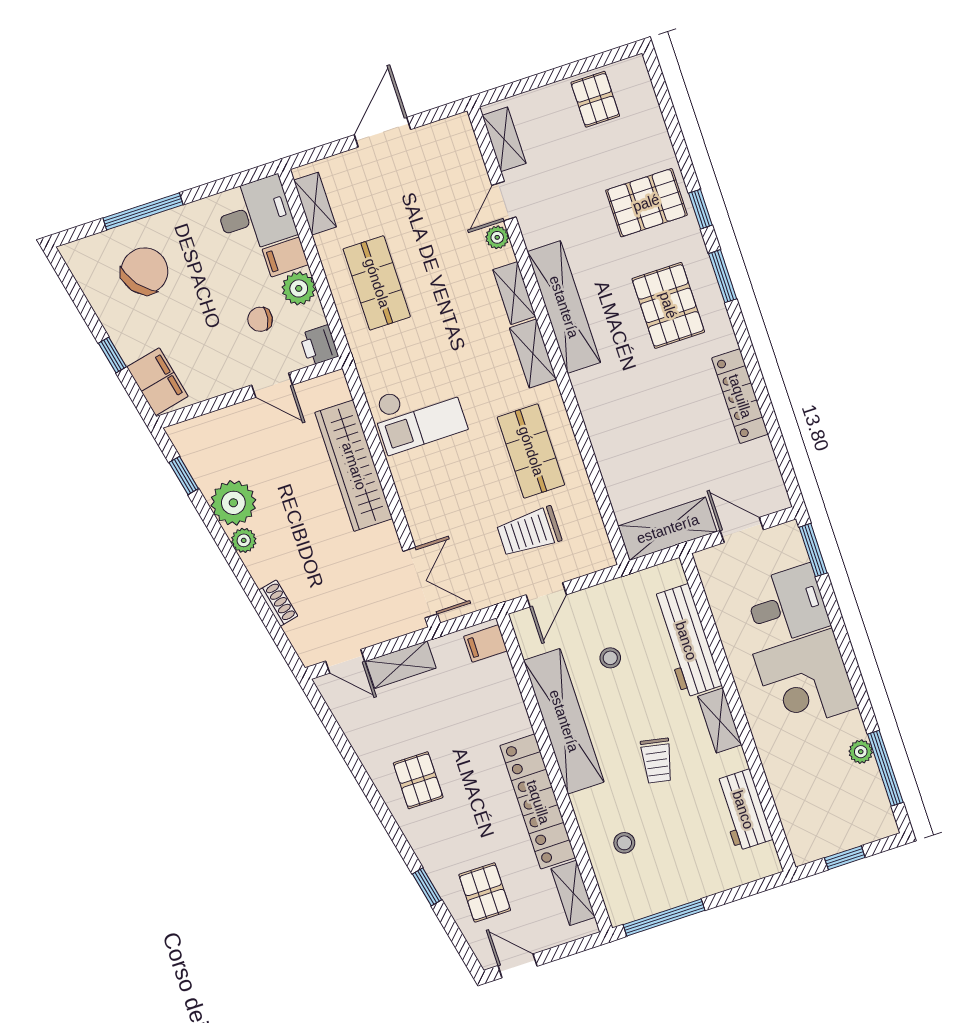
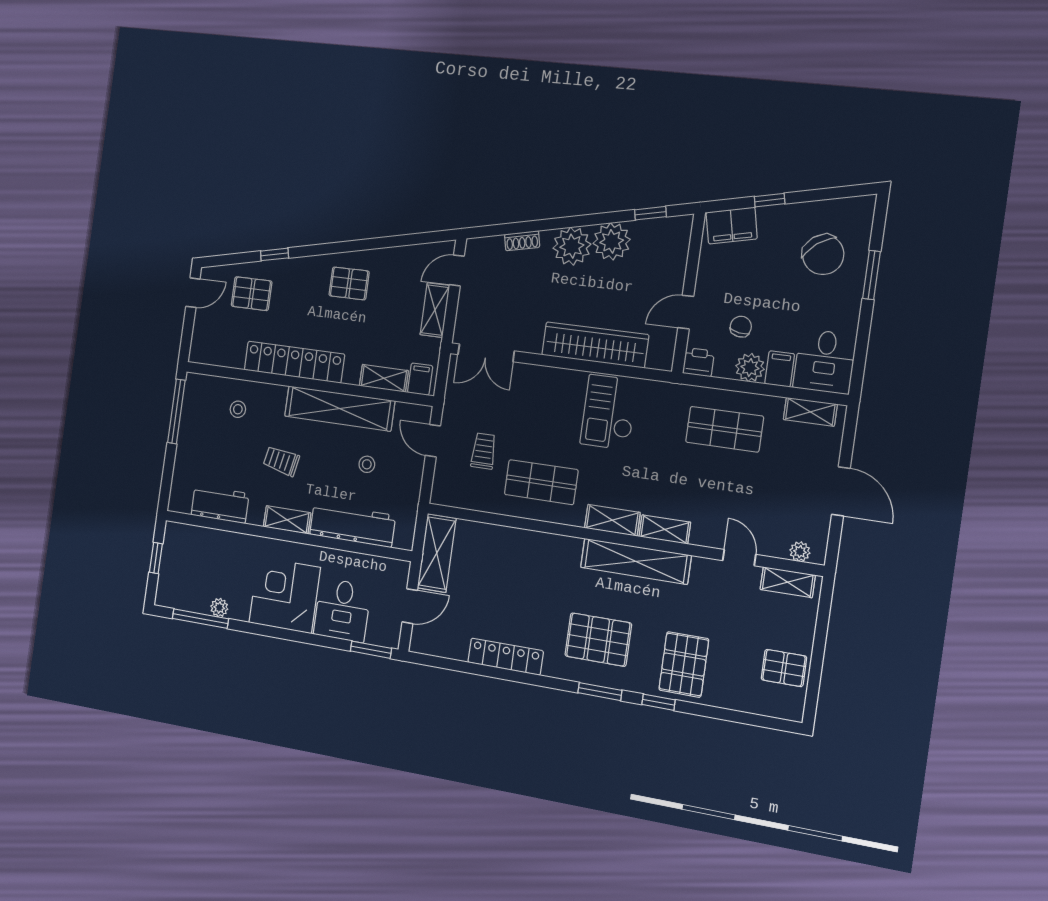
window: (143, 211) -> (872, 275), width x0.69
plant: (497, 237) -> (800, 552), moved
trolley: (529, 532) -> (484, 451), width x0.73, depth x0.72
plant: (244, 540) -> (572, 246), width x1.88, depth x1.88
shelving: (573, 893) -> (384, 378), moved

